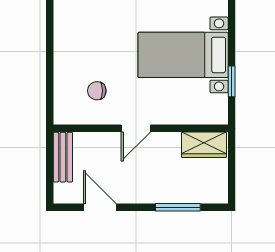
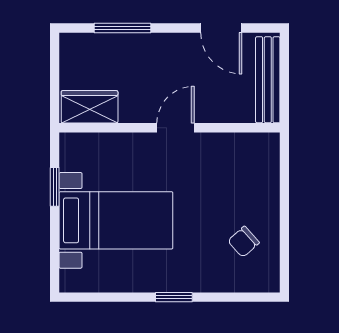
chair: (97, 91) -> (244, 242), moved, turned 138
bench: (63, 157) -> (268, 80), width x1.36

